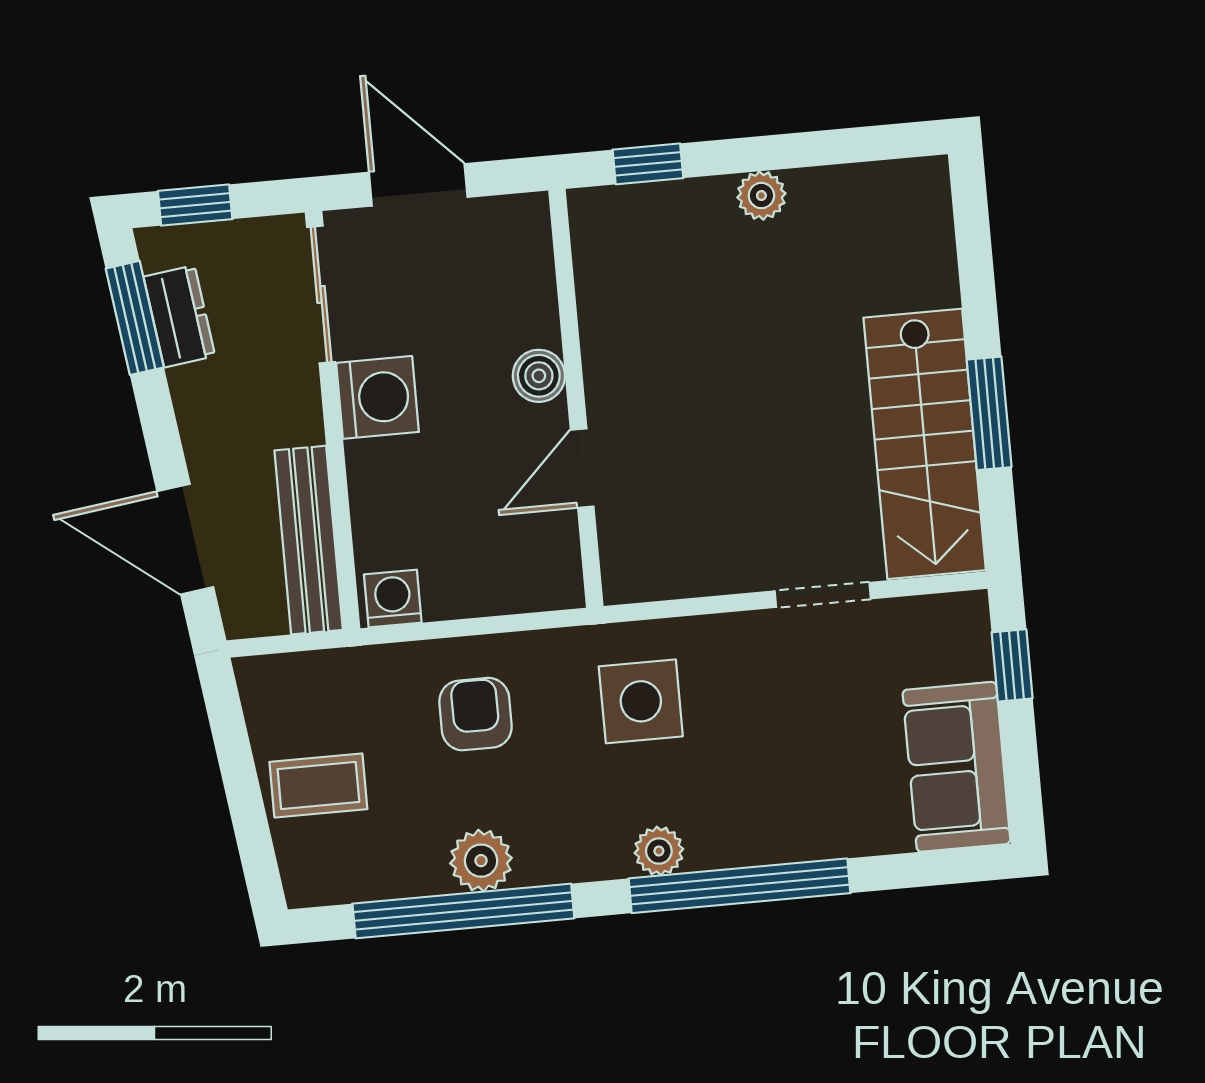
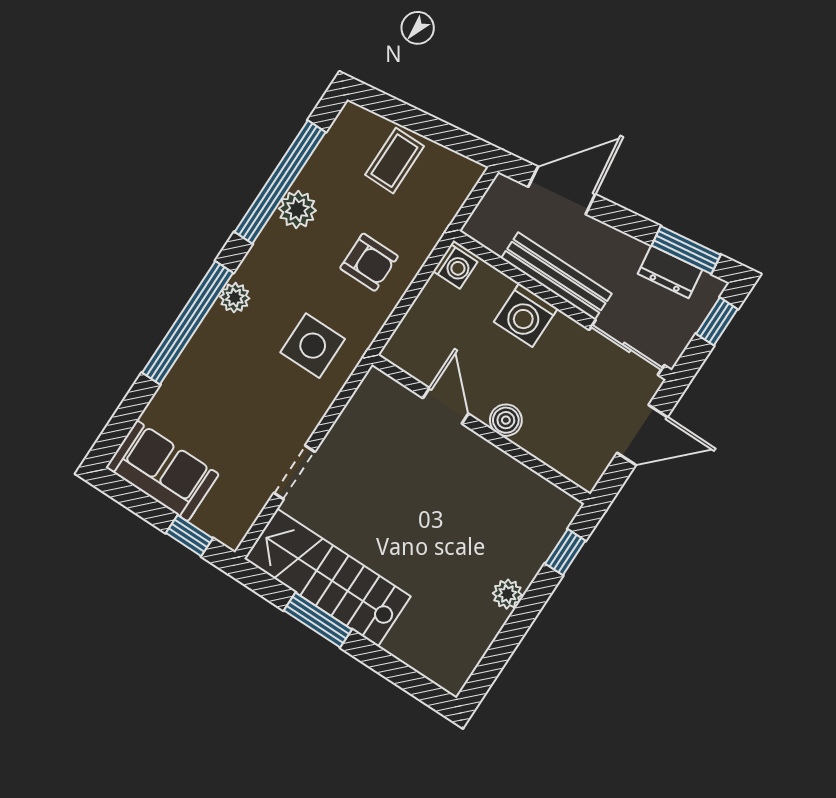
washing machine: (378, 397) -> (526, 315), moved
bench: (309, 540) -> (556, 276), moved

